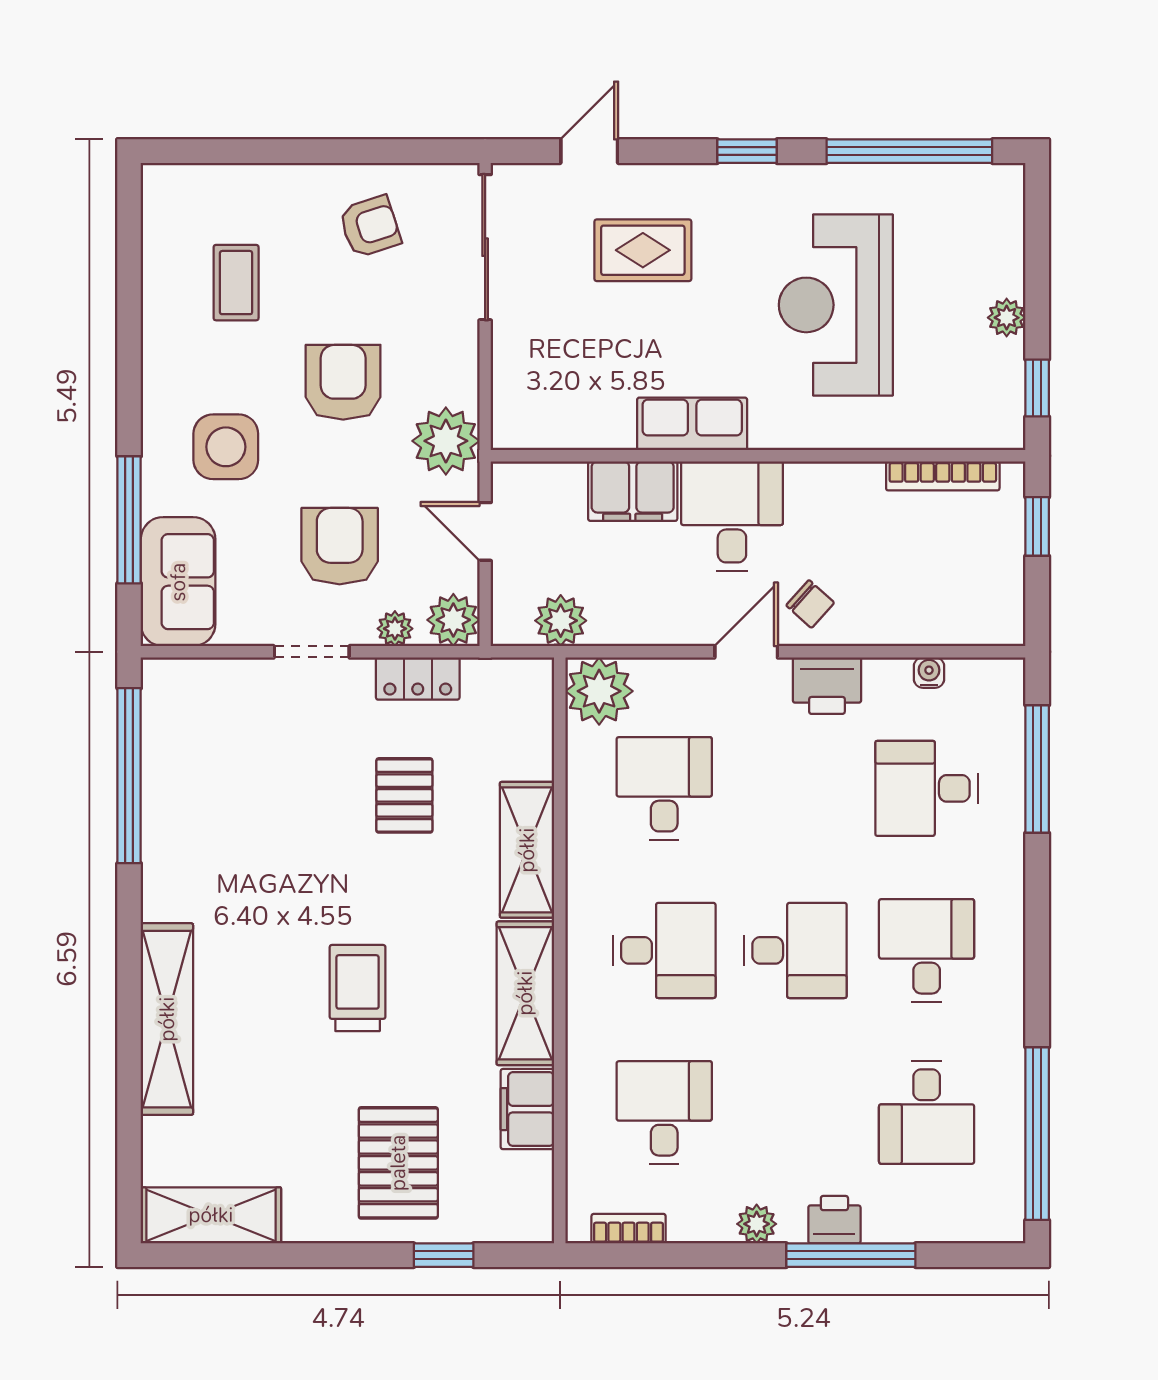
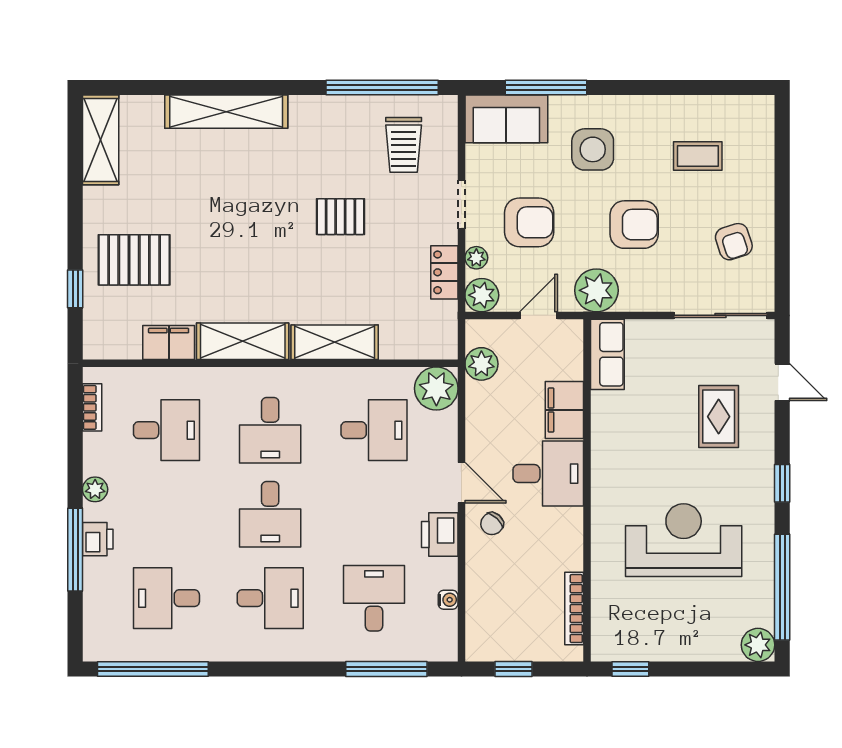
plant: (1007, 318) -> (758, 645), moved, width x1.38, depth x1.38
row of seats: (692, 424) -> (607, 354), moved
window: (1037, 526) -> (514, 669), moved
pallet: (404, 795) -> (340, 217), moved
trolley: (358, 988) -> (404, 145), moved, turned 90

